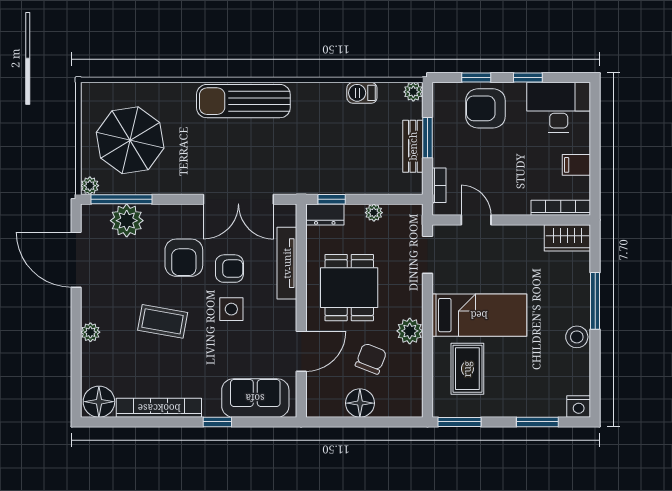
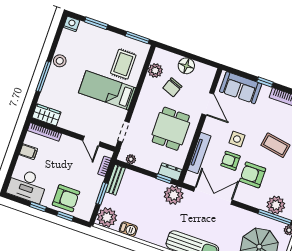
plant: (413, 92) -> (107, 217), width x1.88, depth x1.88
bench: (413, 146) -> (115, 180), moved
plant: (305, 177) -> (174, 195), added
plant: (374, 213) -> (131, 159), moved
armchair: (184, 258) -> (253, 175), turned -90
plant: (410, 331) -> (155, 70), moved
door: (301, 351) -> (208, 104), swing flipped

